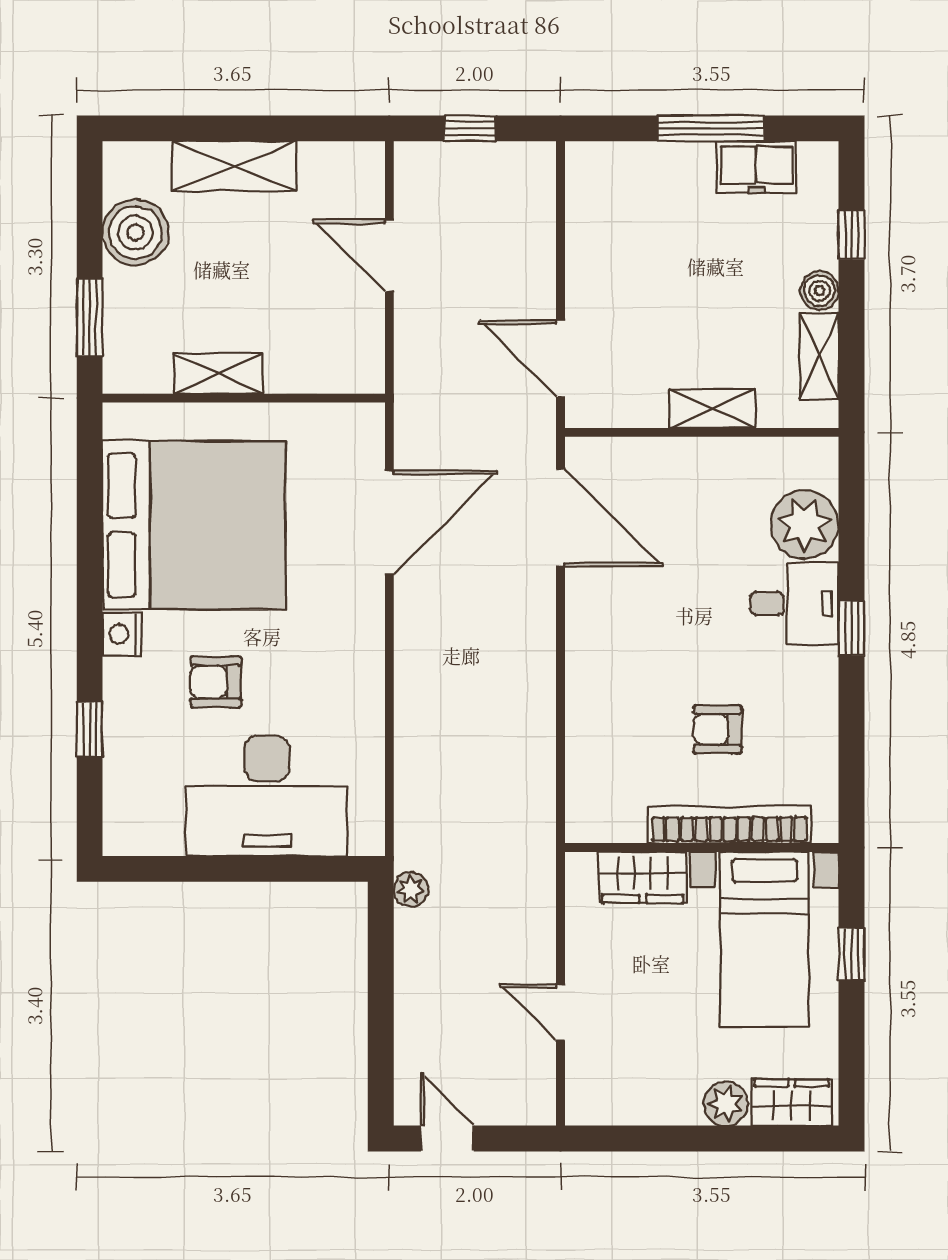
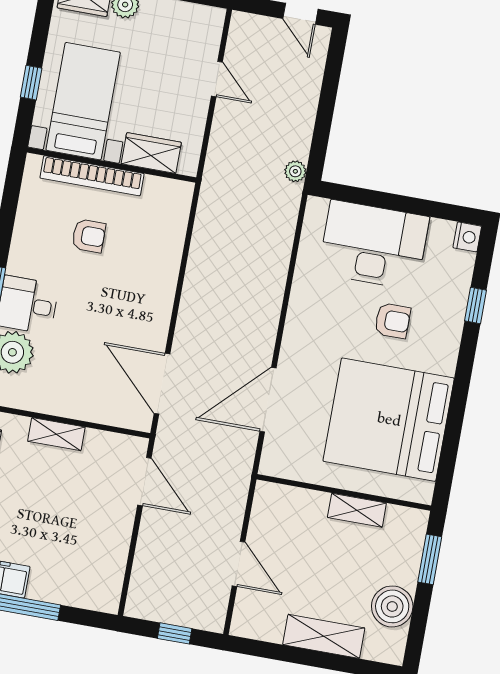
nightstand: (122, 634) -> (467, 237), moved

